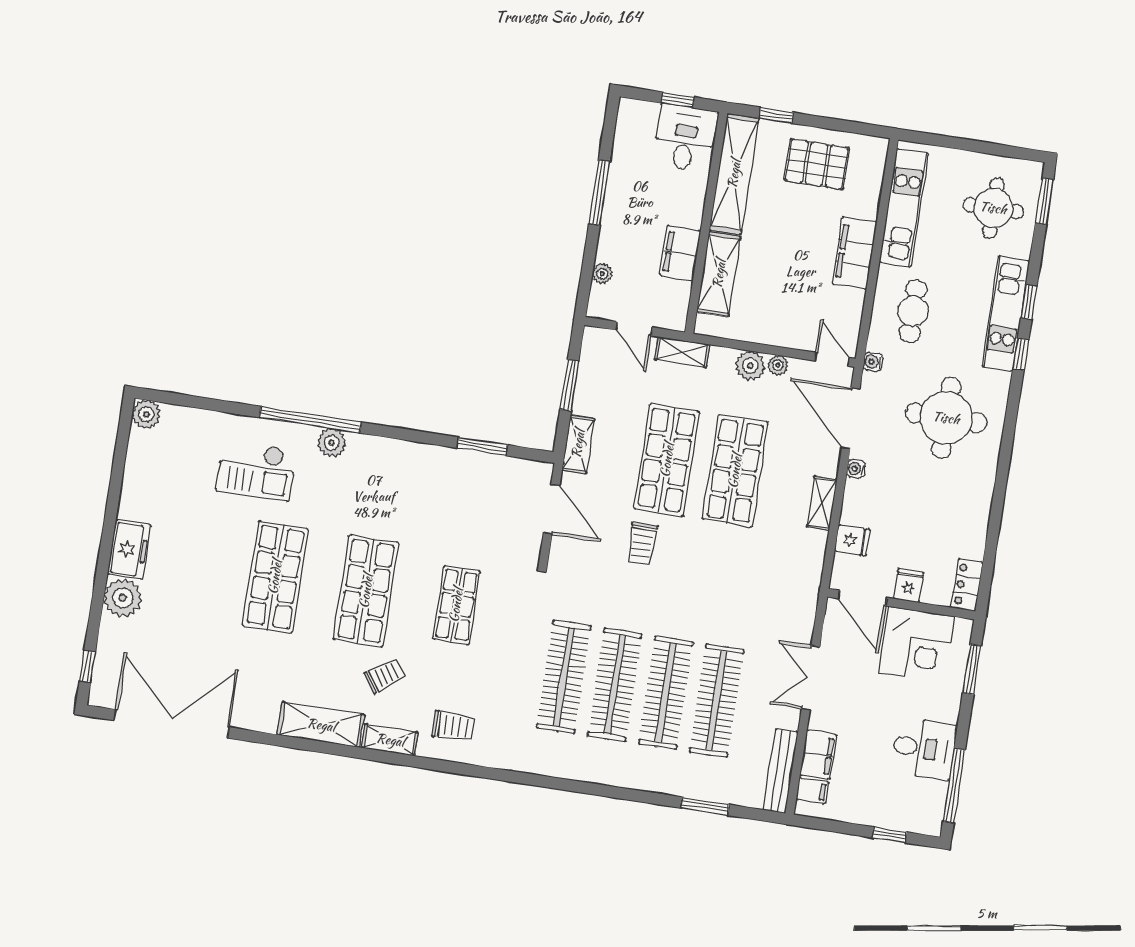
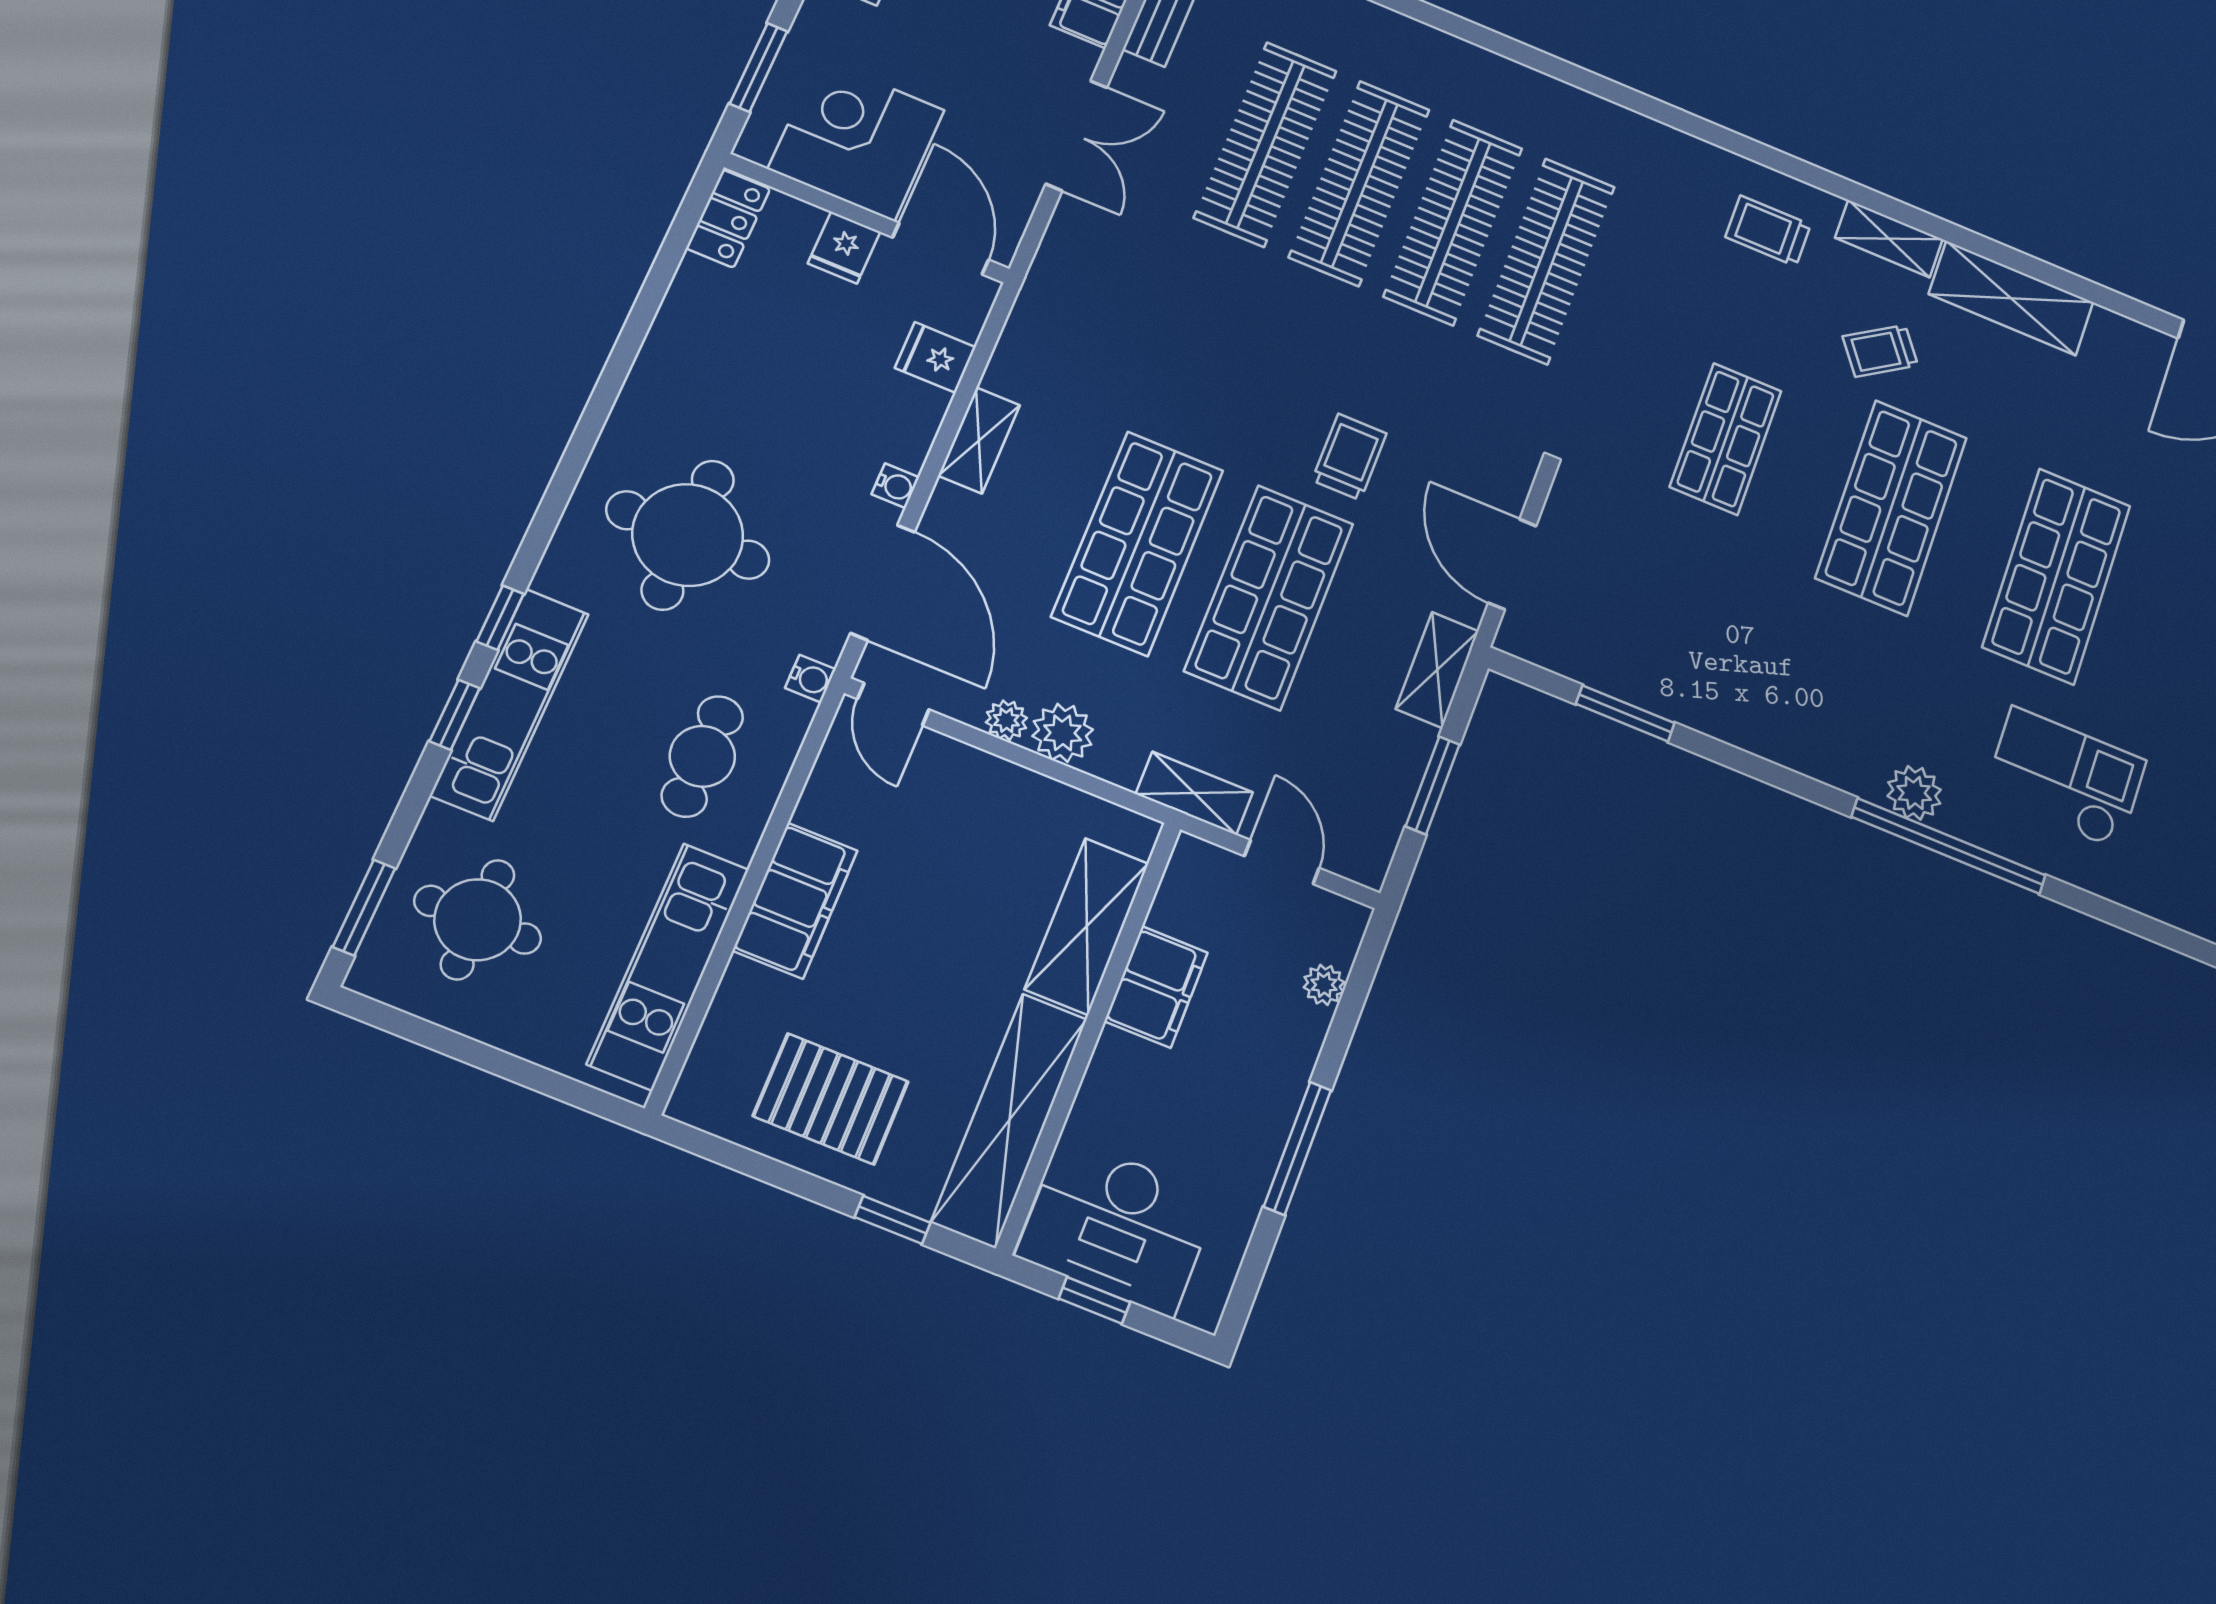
desk: (685, 138) -> (1117, 1226), width x1.37

